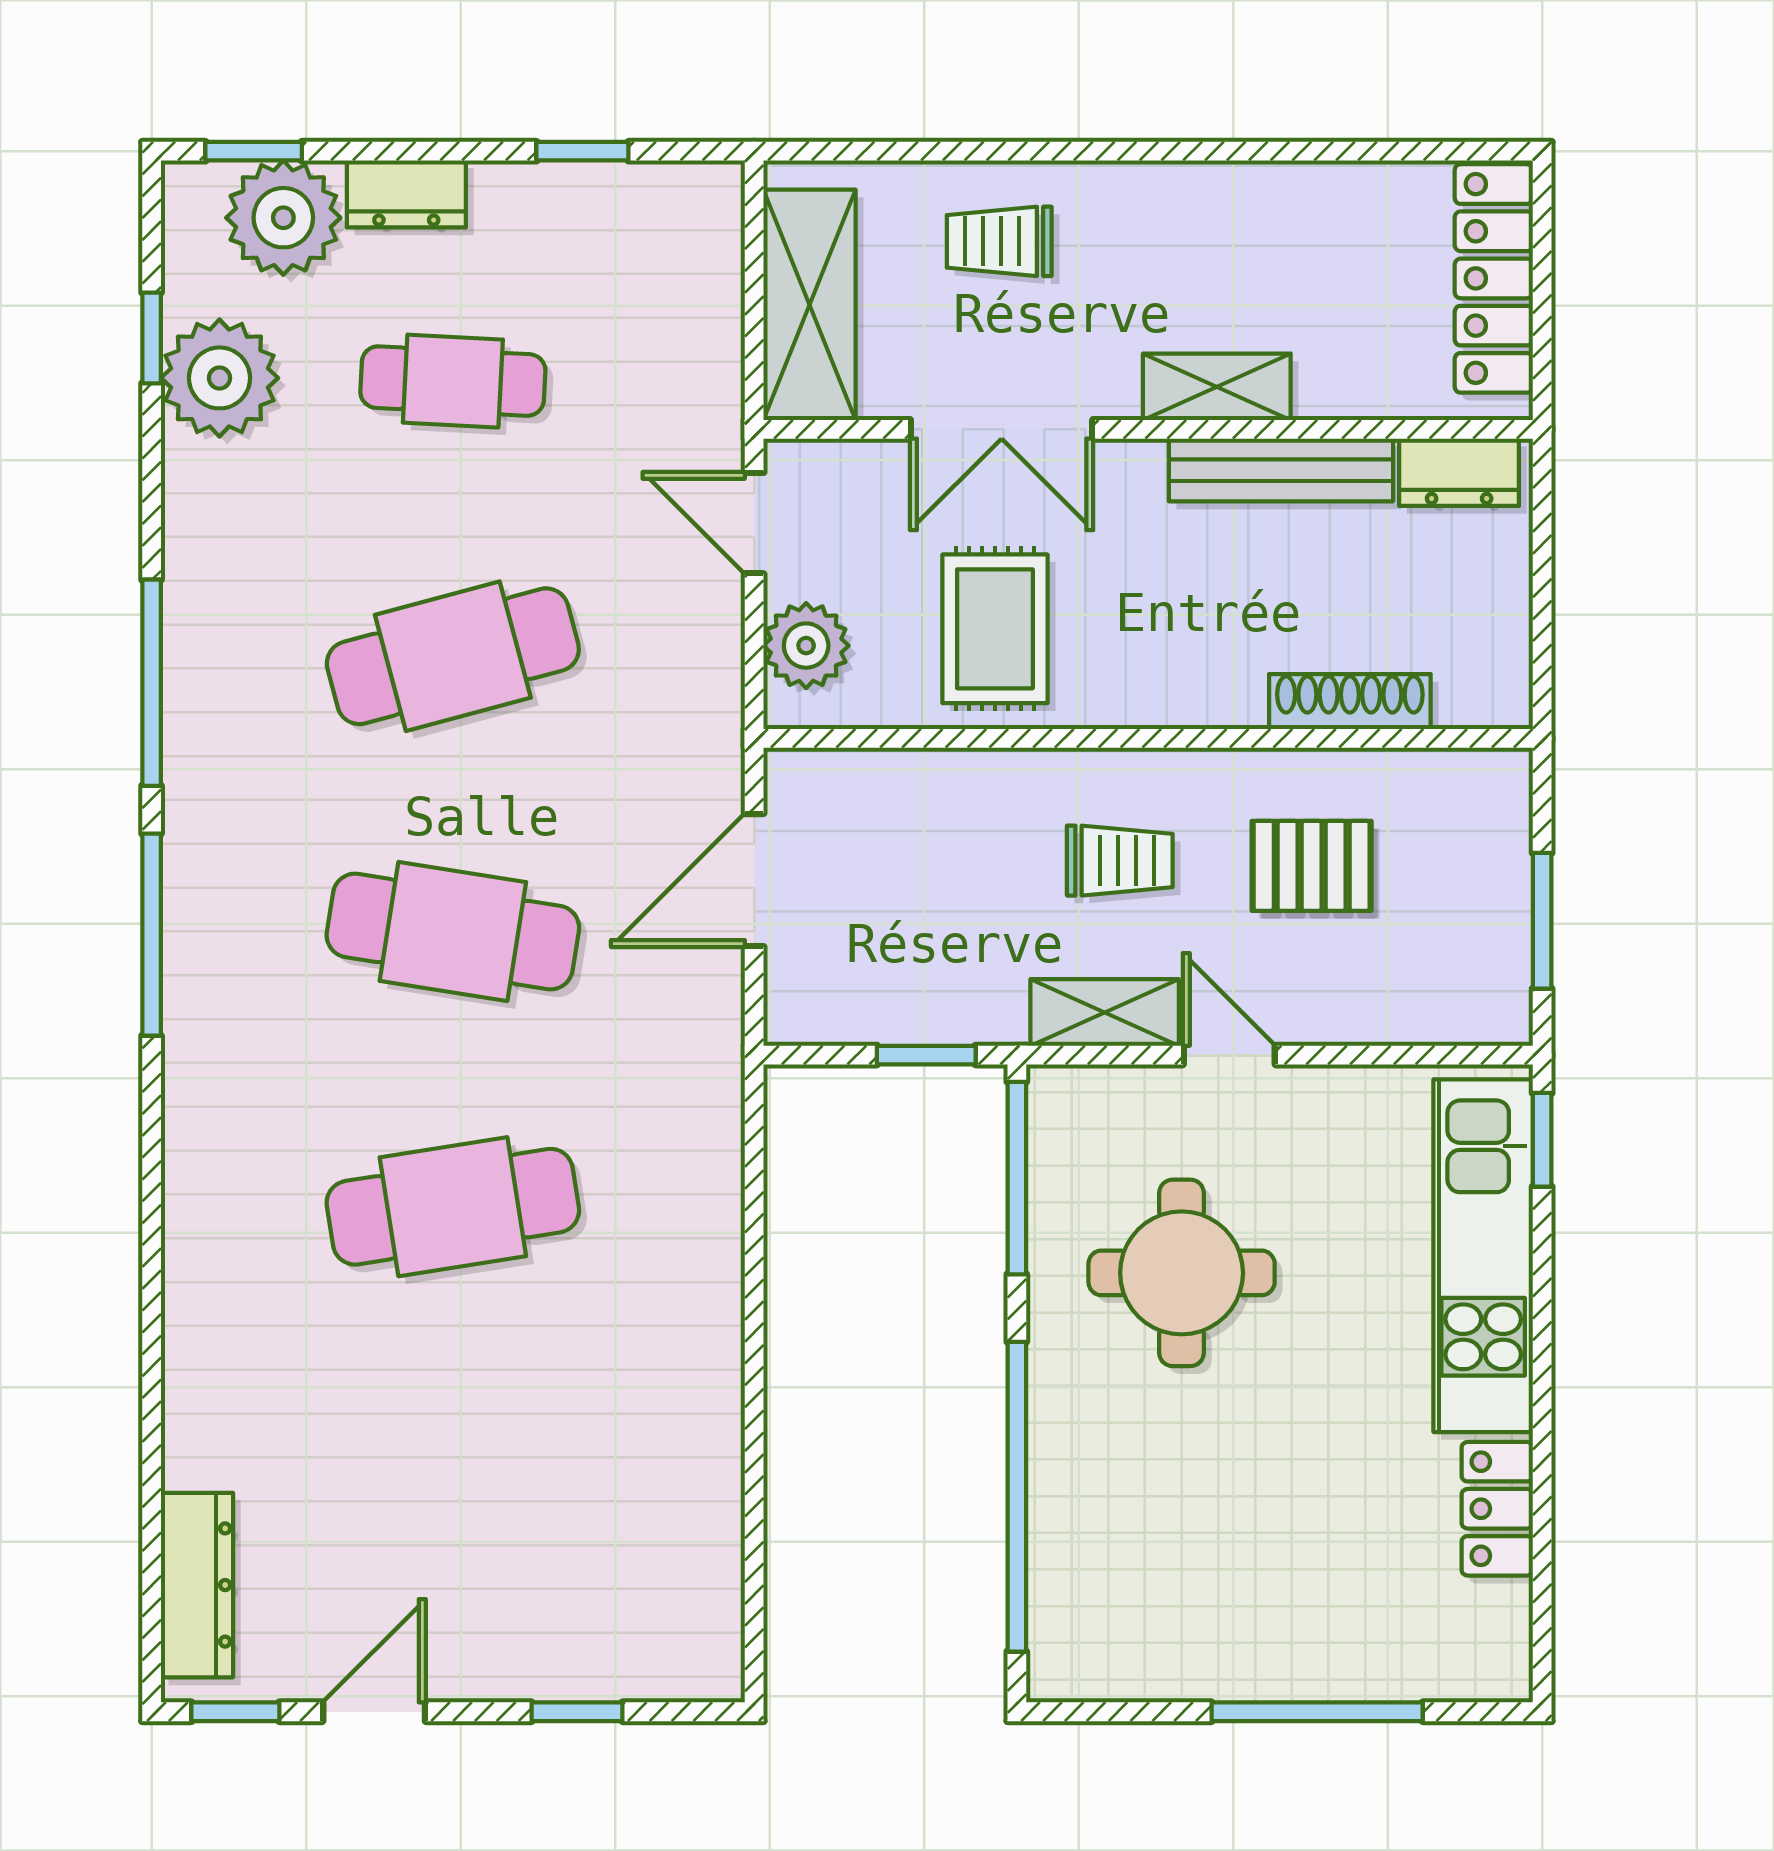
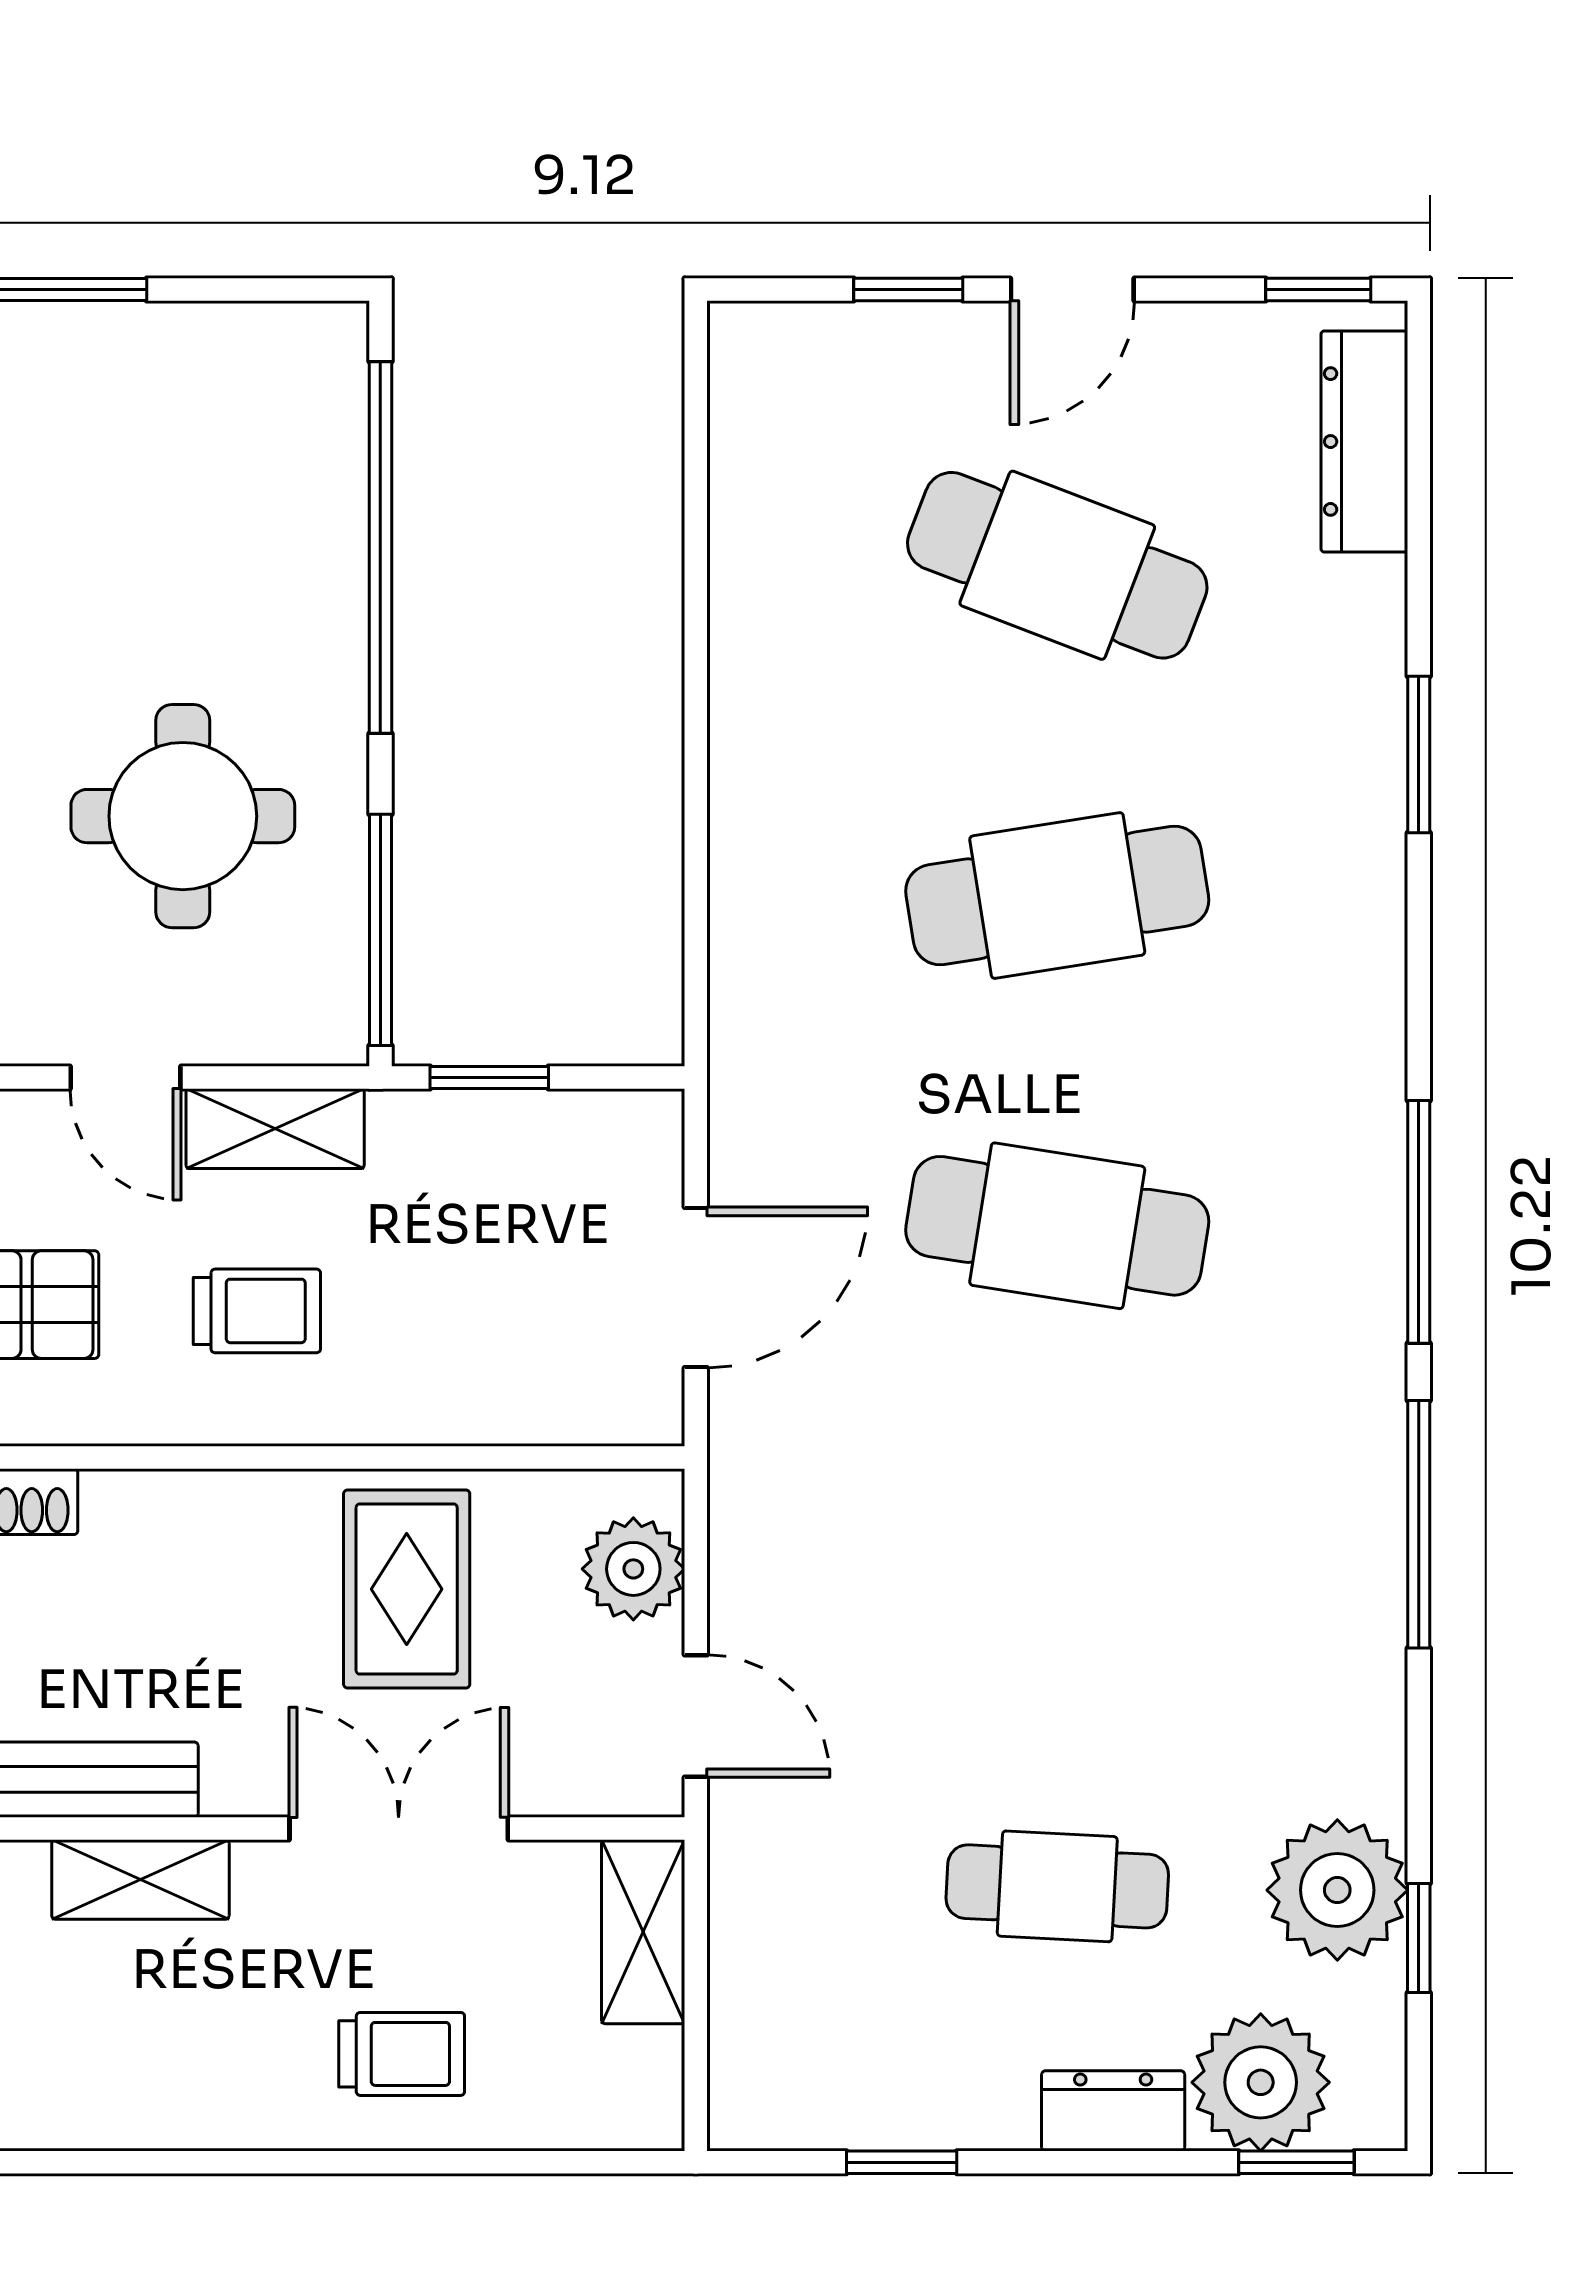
shelving: (809, 305) -> (643, 1932), width x0.67, depth x0.75
cafe table: (453, 656) -> (1057, 565), moved, turned 36
trolley: (1120, 861) -> (257, 1311), turned 180
window: (152, 1324) -> (1419, 754), added
door: (374, 1712) -> (1072, 289), moved

